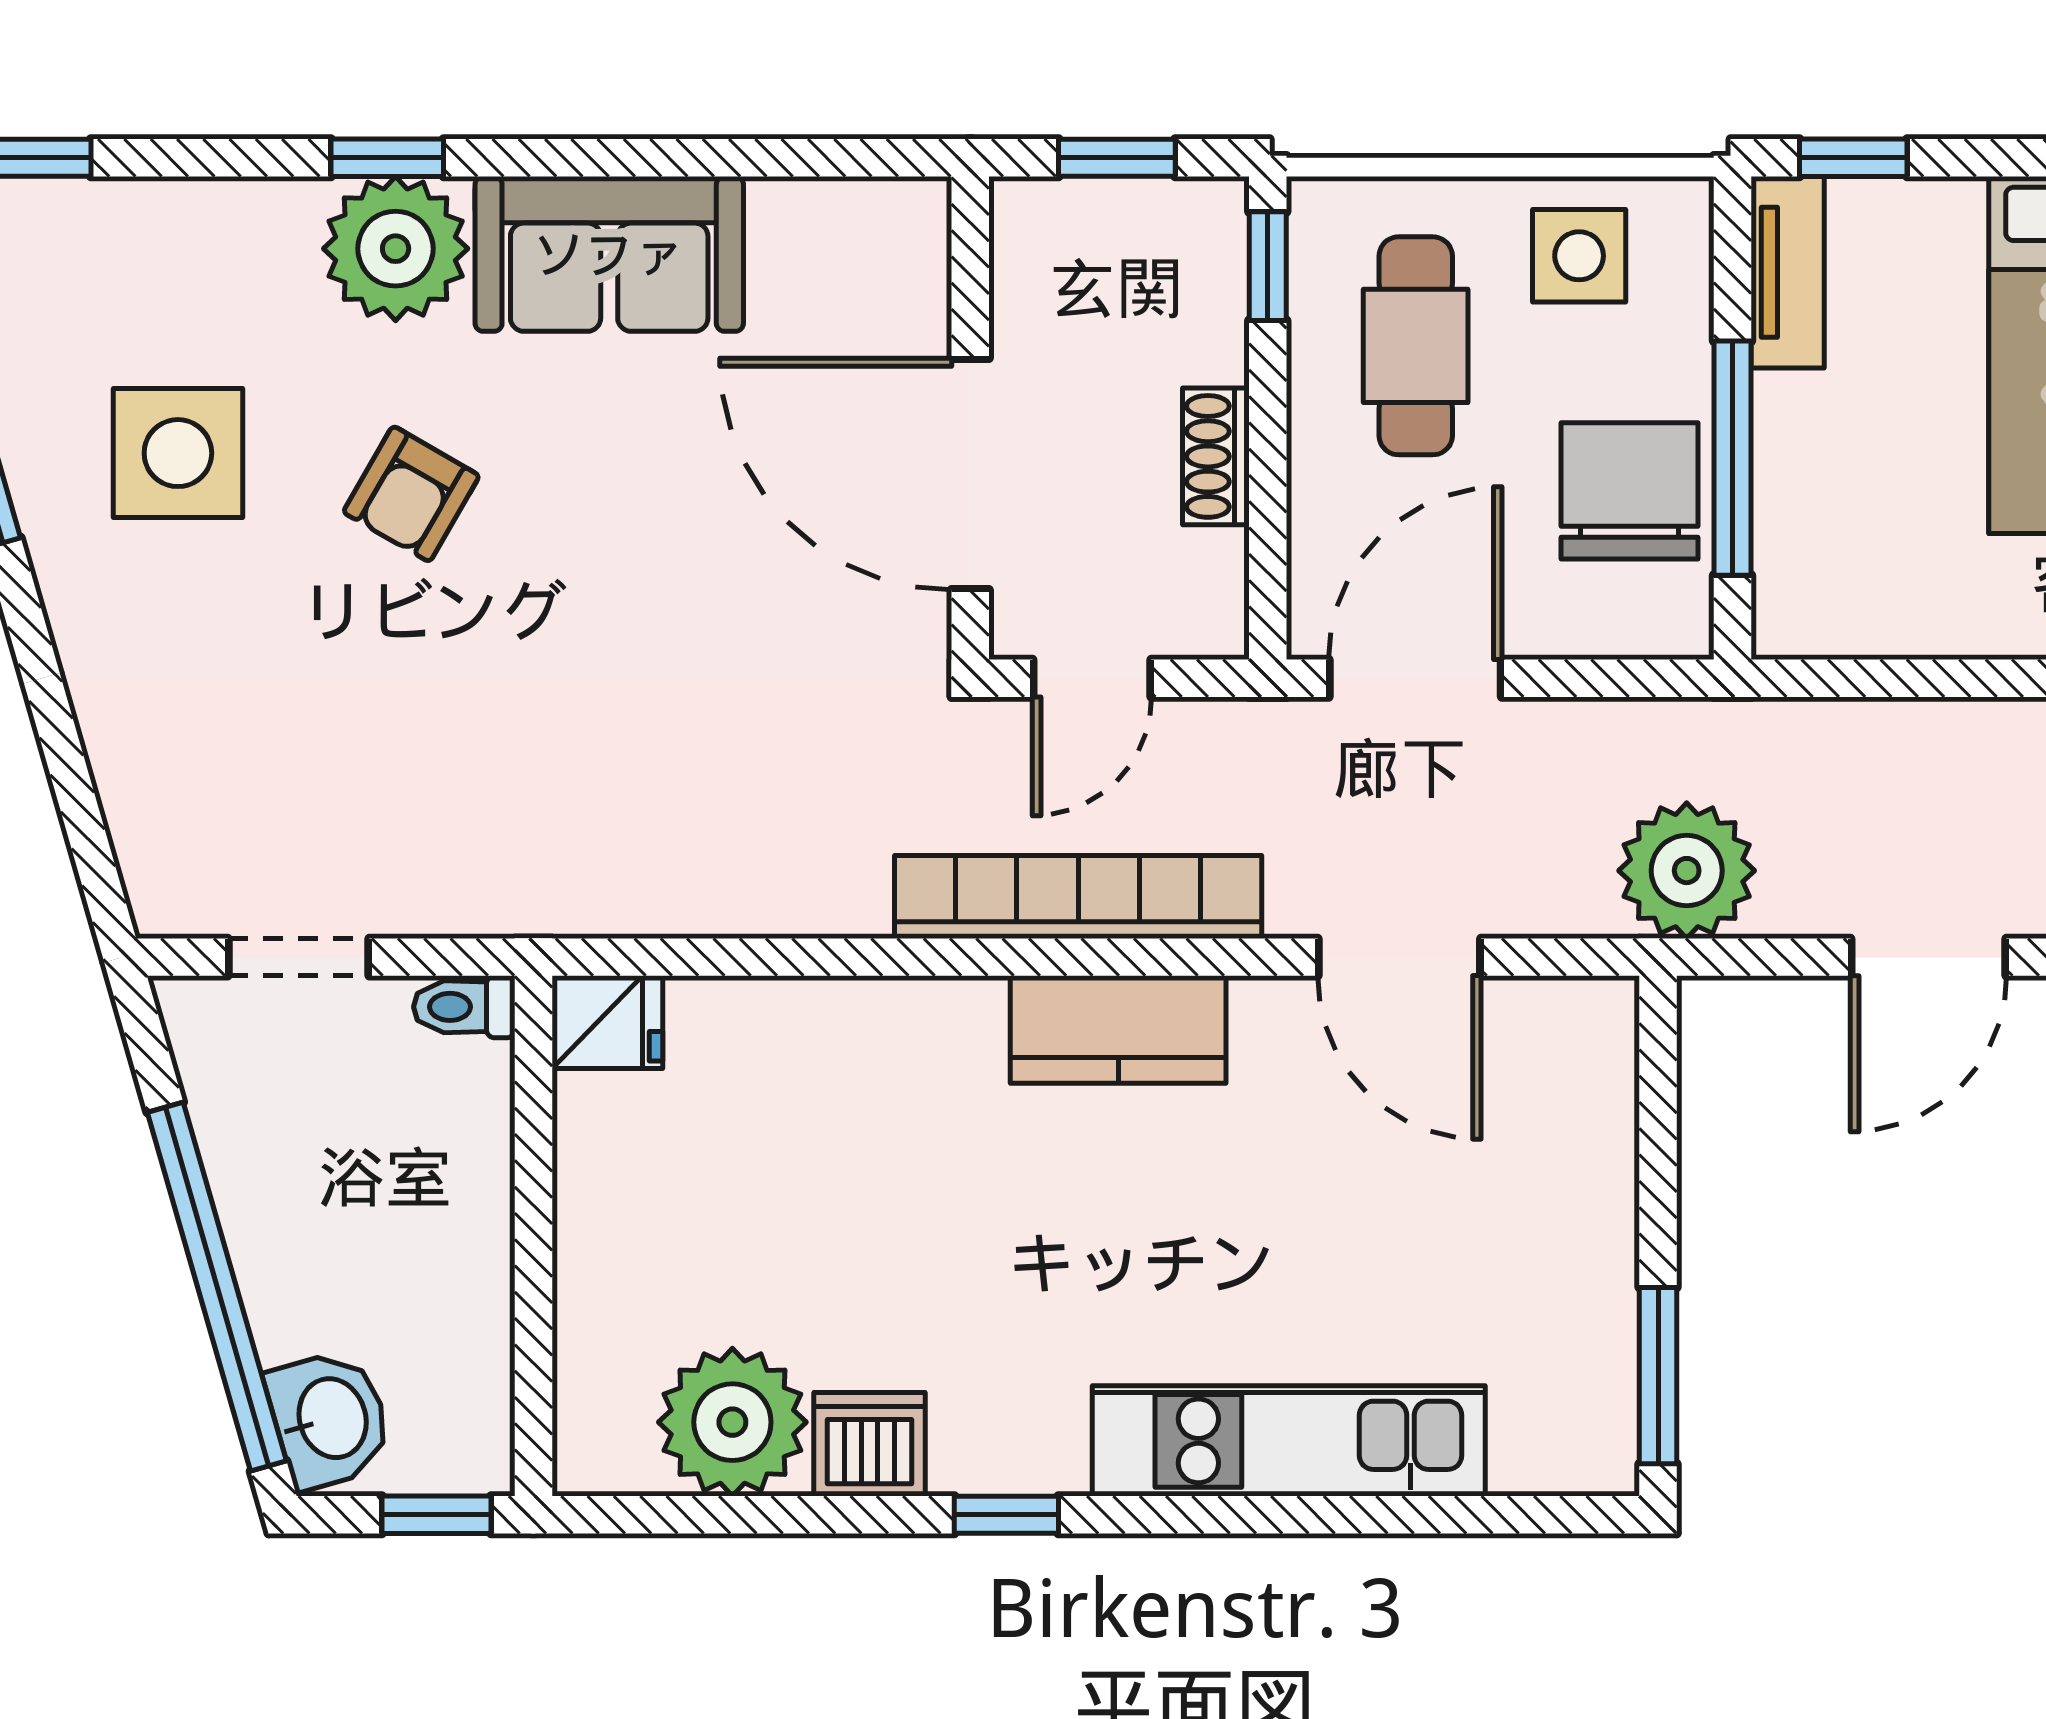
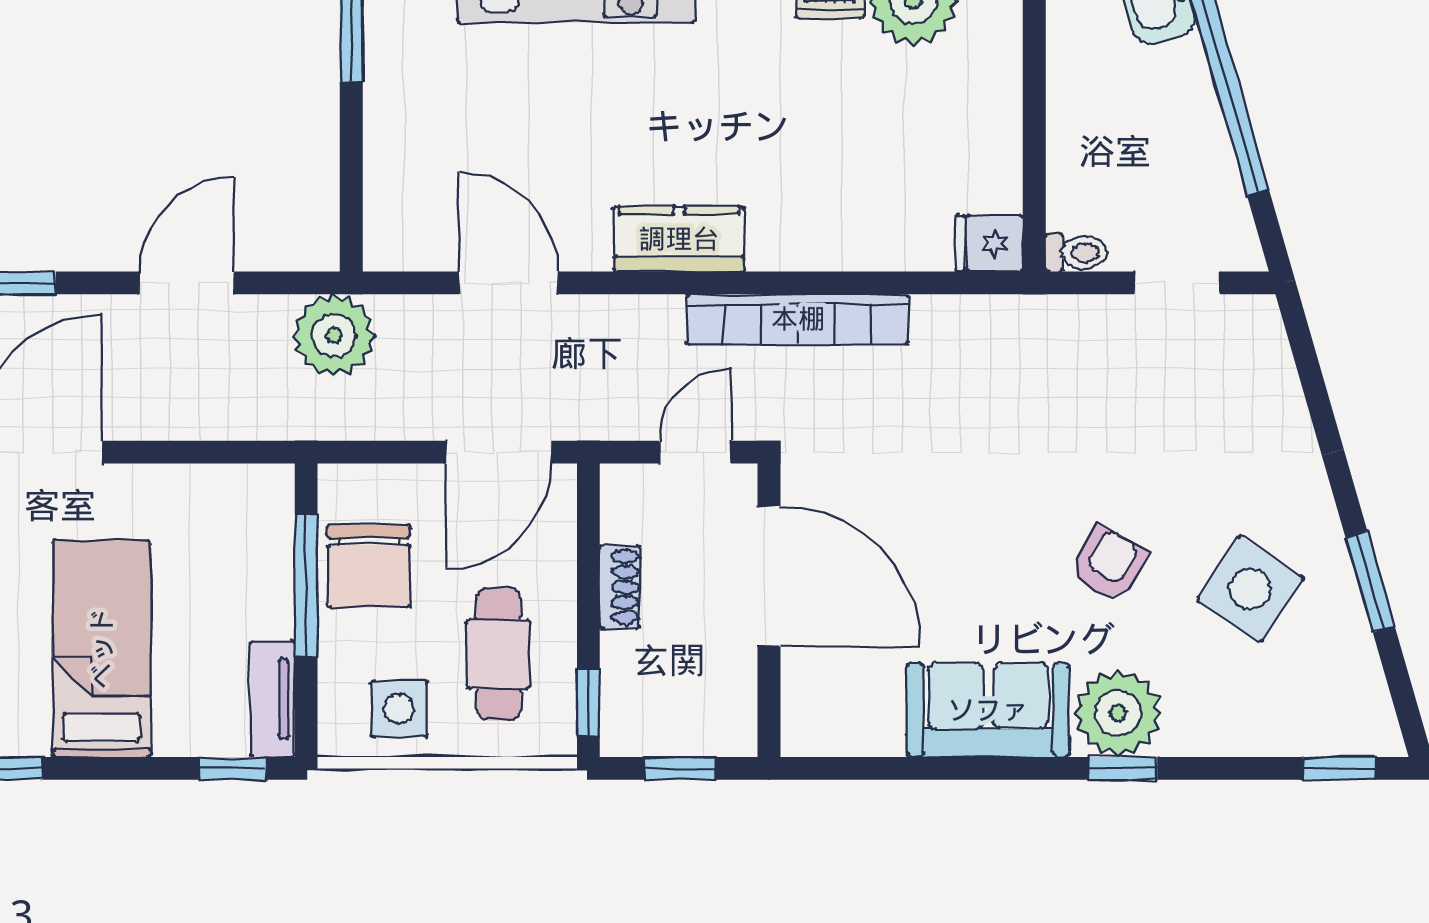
side table: (178, 453) -> (1250, 589), turned 33
bookcase: (1078, 897) -> (798, 319), moved

